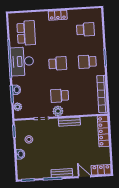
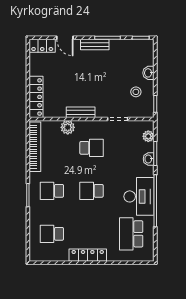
locker: (58, 15) -> (88, 255), width x1.53
school desk: (87, 62) -> (52, 191), turned 180
plant: (58, 111) -> (68, 127), moved

